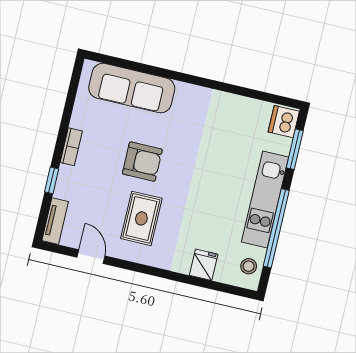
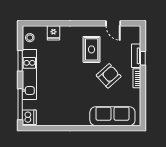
window: (295, 149) -> (20, 104), width x1.44
armchair: (142, 162) -> (109, 76), moved, turned 138
tv unit: (55, 221) -> (136, 56), moved
window: (276, 228) -> (20, 61), width x0.47

